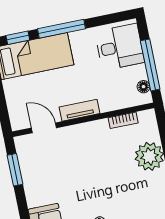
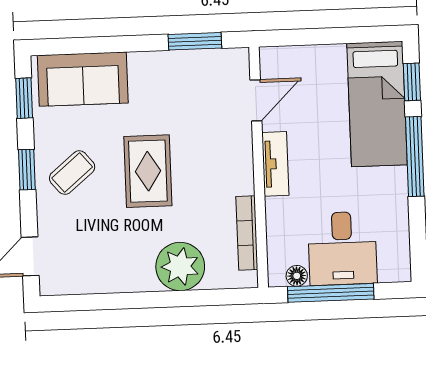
desk: (120, 47) -> (342, 248), moved
bookcase: (123, 120) -> (247, 233), width x1.56
rug: (96, 185) -> (148, 171), added

